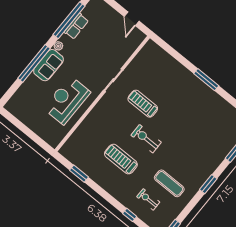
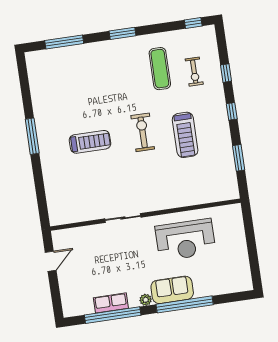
treadmill: (143, 104) -> (90, 142), moved, turned -90
exercise bike: (146, 139) -> (143, 132), turned 180
window: (107, 196) -> (232, 111), added

